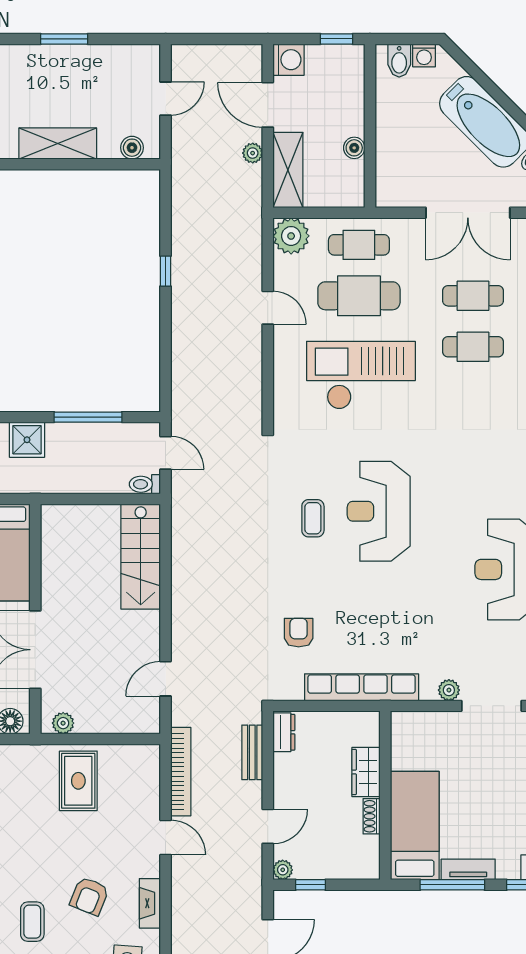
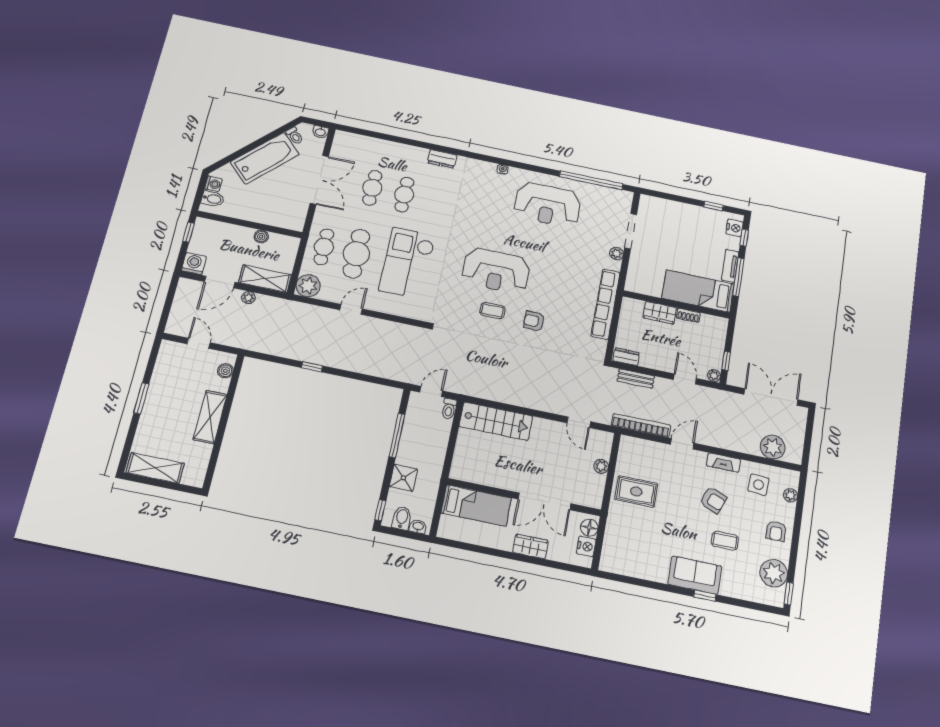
armchair: (299, 633) -> (534, 321), moved
plant: (63, 723) -> (601, 466), moved

